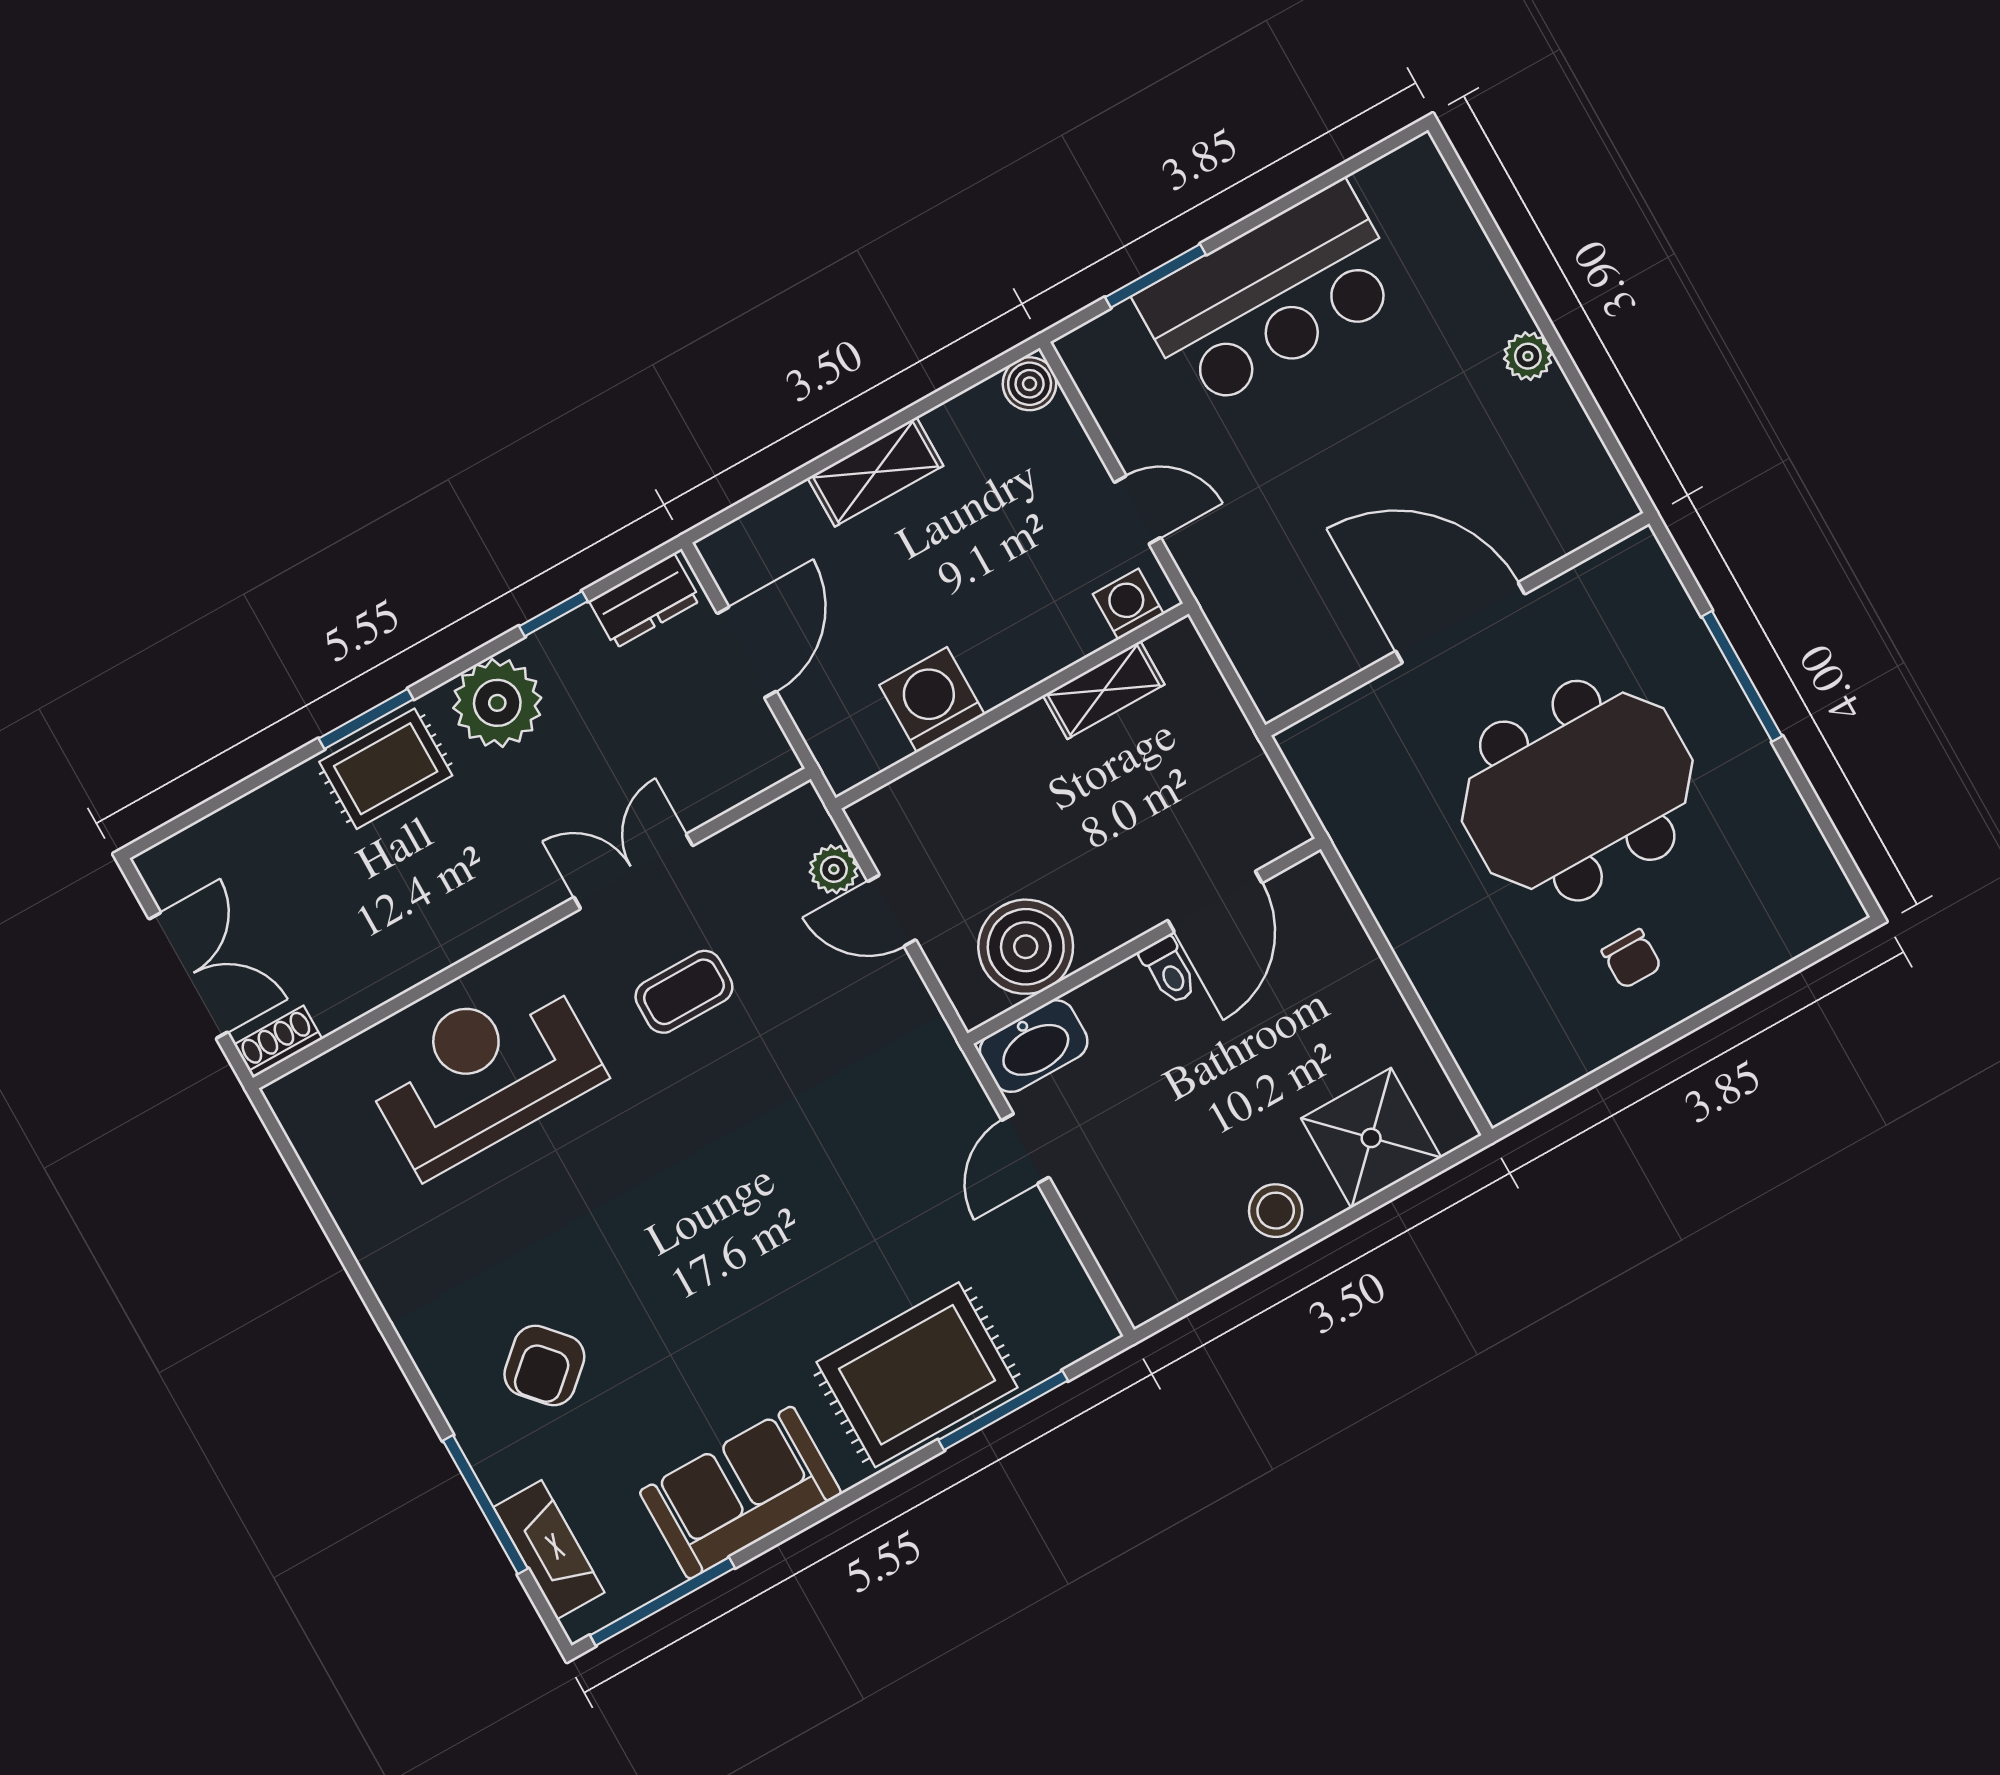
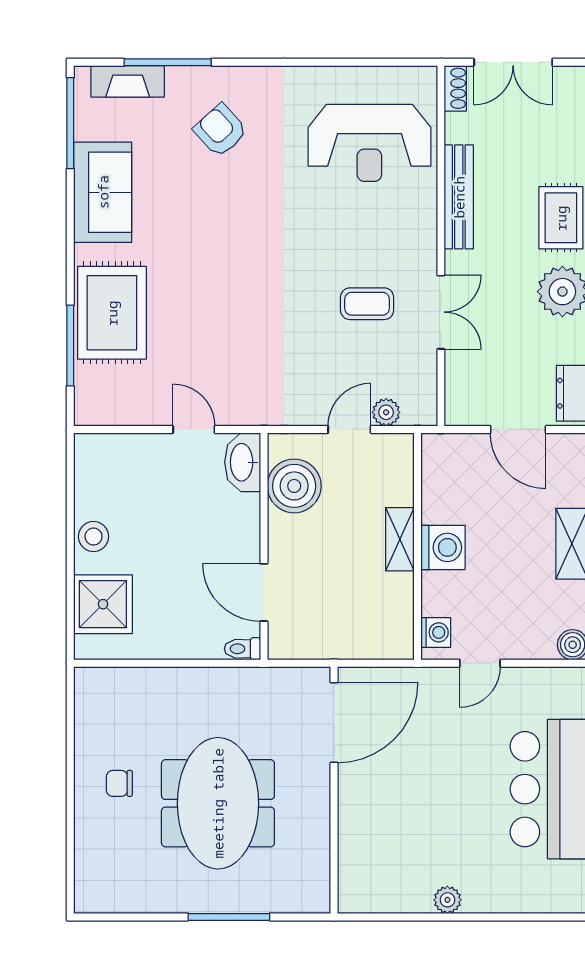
door: (1460, 623) -> (334, 722), moved
shelving: (1104, 690) -> (400, 539), moved
washing machine: (932, 700) -> (443, 547), moved
bench: (441, 943) -> (459, 197), added
toilet: (1169, 970) -> (242, 649), moved
coffee table: (684, 992) -> (367, 304), turned 90
reception desk: (483, 1072) -> (369, 143), moved, turned 90

